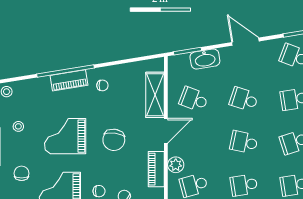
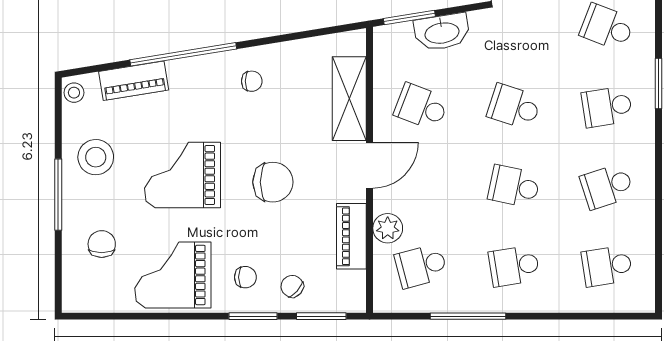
piano: (69, 80) -> (134, 81), moved
stool: (18, 126) -> (96, 157), width x1.89, depth x1.89
chair: (114, 140) -> (273, 182), turned -97

